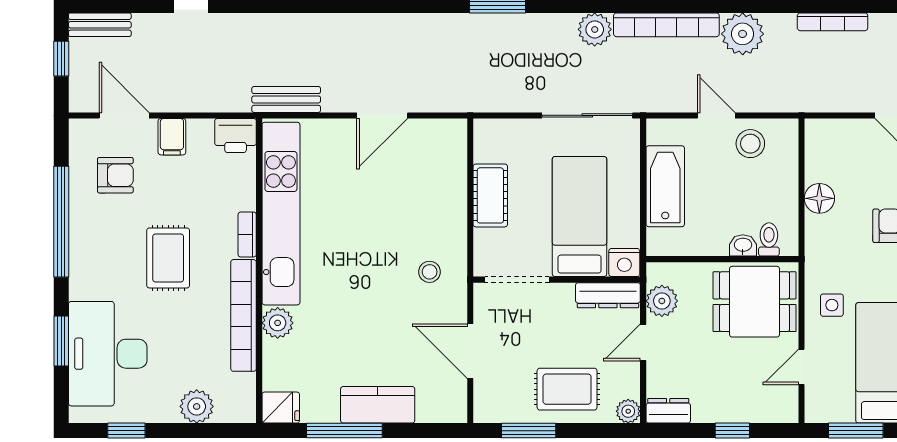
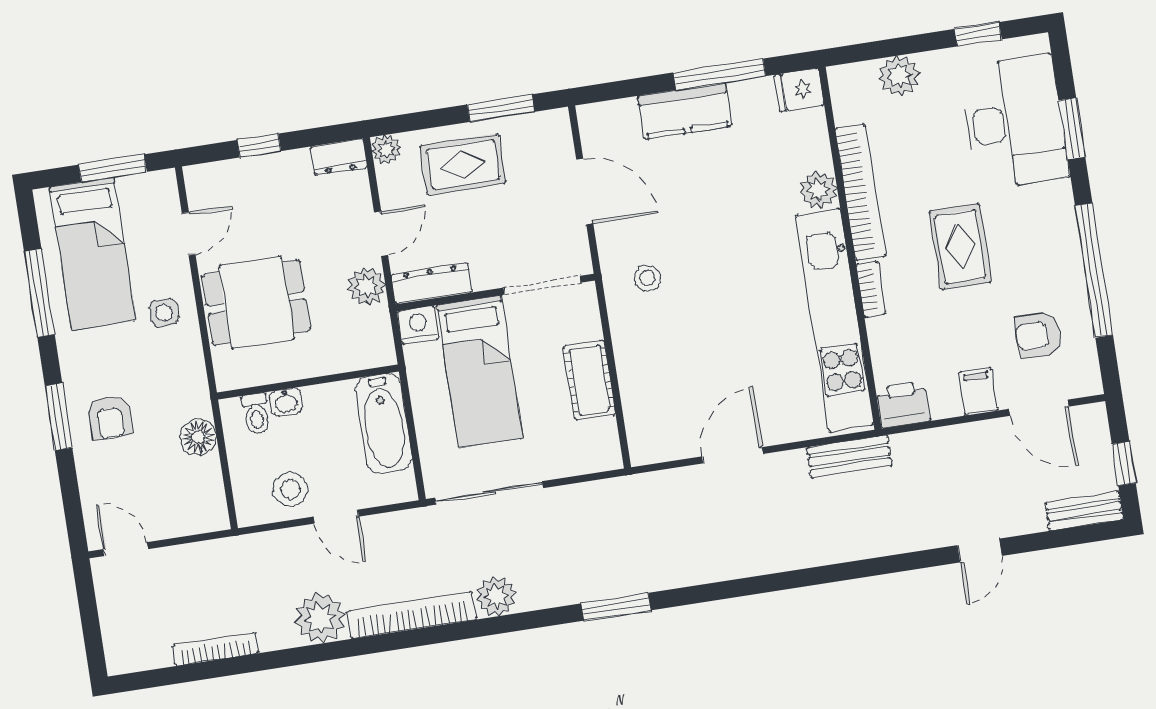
toilet: (769, 239) -> (256, 414), moved
washbasin: (743, 245) -> (286, 402), moved
wall: (722, 259) -> (308, 382), moved

